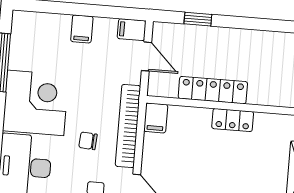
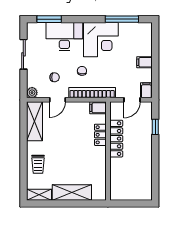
locker: (233, 120) -> (100, 135), moved

